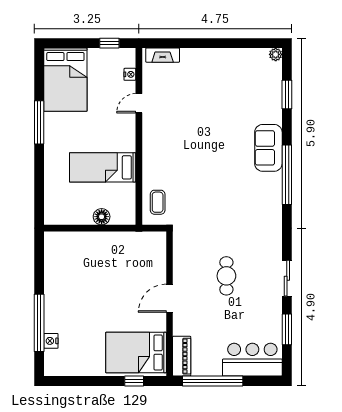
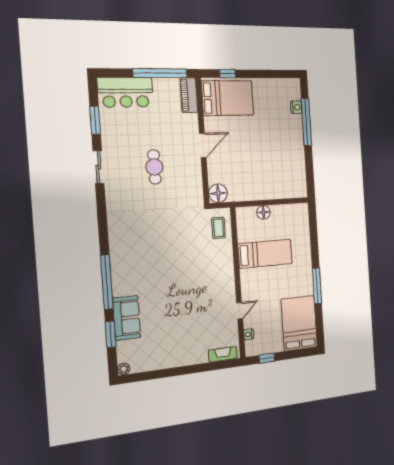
sofa: (268, 148) -> (127, 318), moved
window: (287, 175) -> (107, 282), moved
floor lamp: (155, 242) -> (218, 193), added

